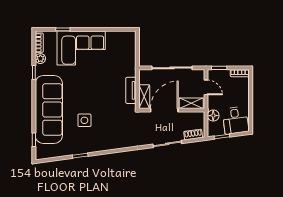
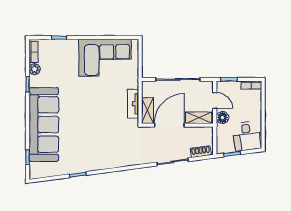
corner sofa: (81, 48) -> (105, 58), moved
floor lamp: (213, 116) -> (222, 118), moved
side table: (84, 120) -> (83, 136), removed

